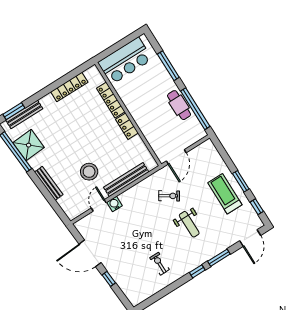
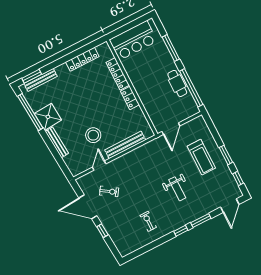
shower: (29, 145) -> (48, 117), moved
treadmill: (225, 194) -> (201, 157), moved, turned 180
exercise bike: (169, 196) -> (109, 191), moved
water cooler: (114, 204) -> (113, 165), removed

